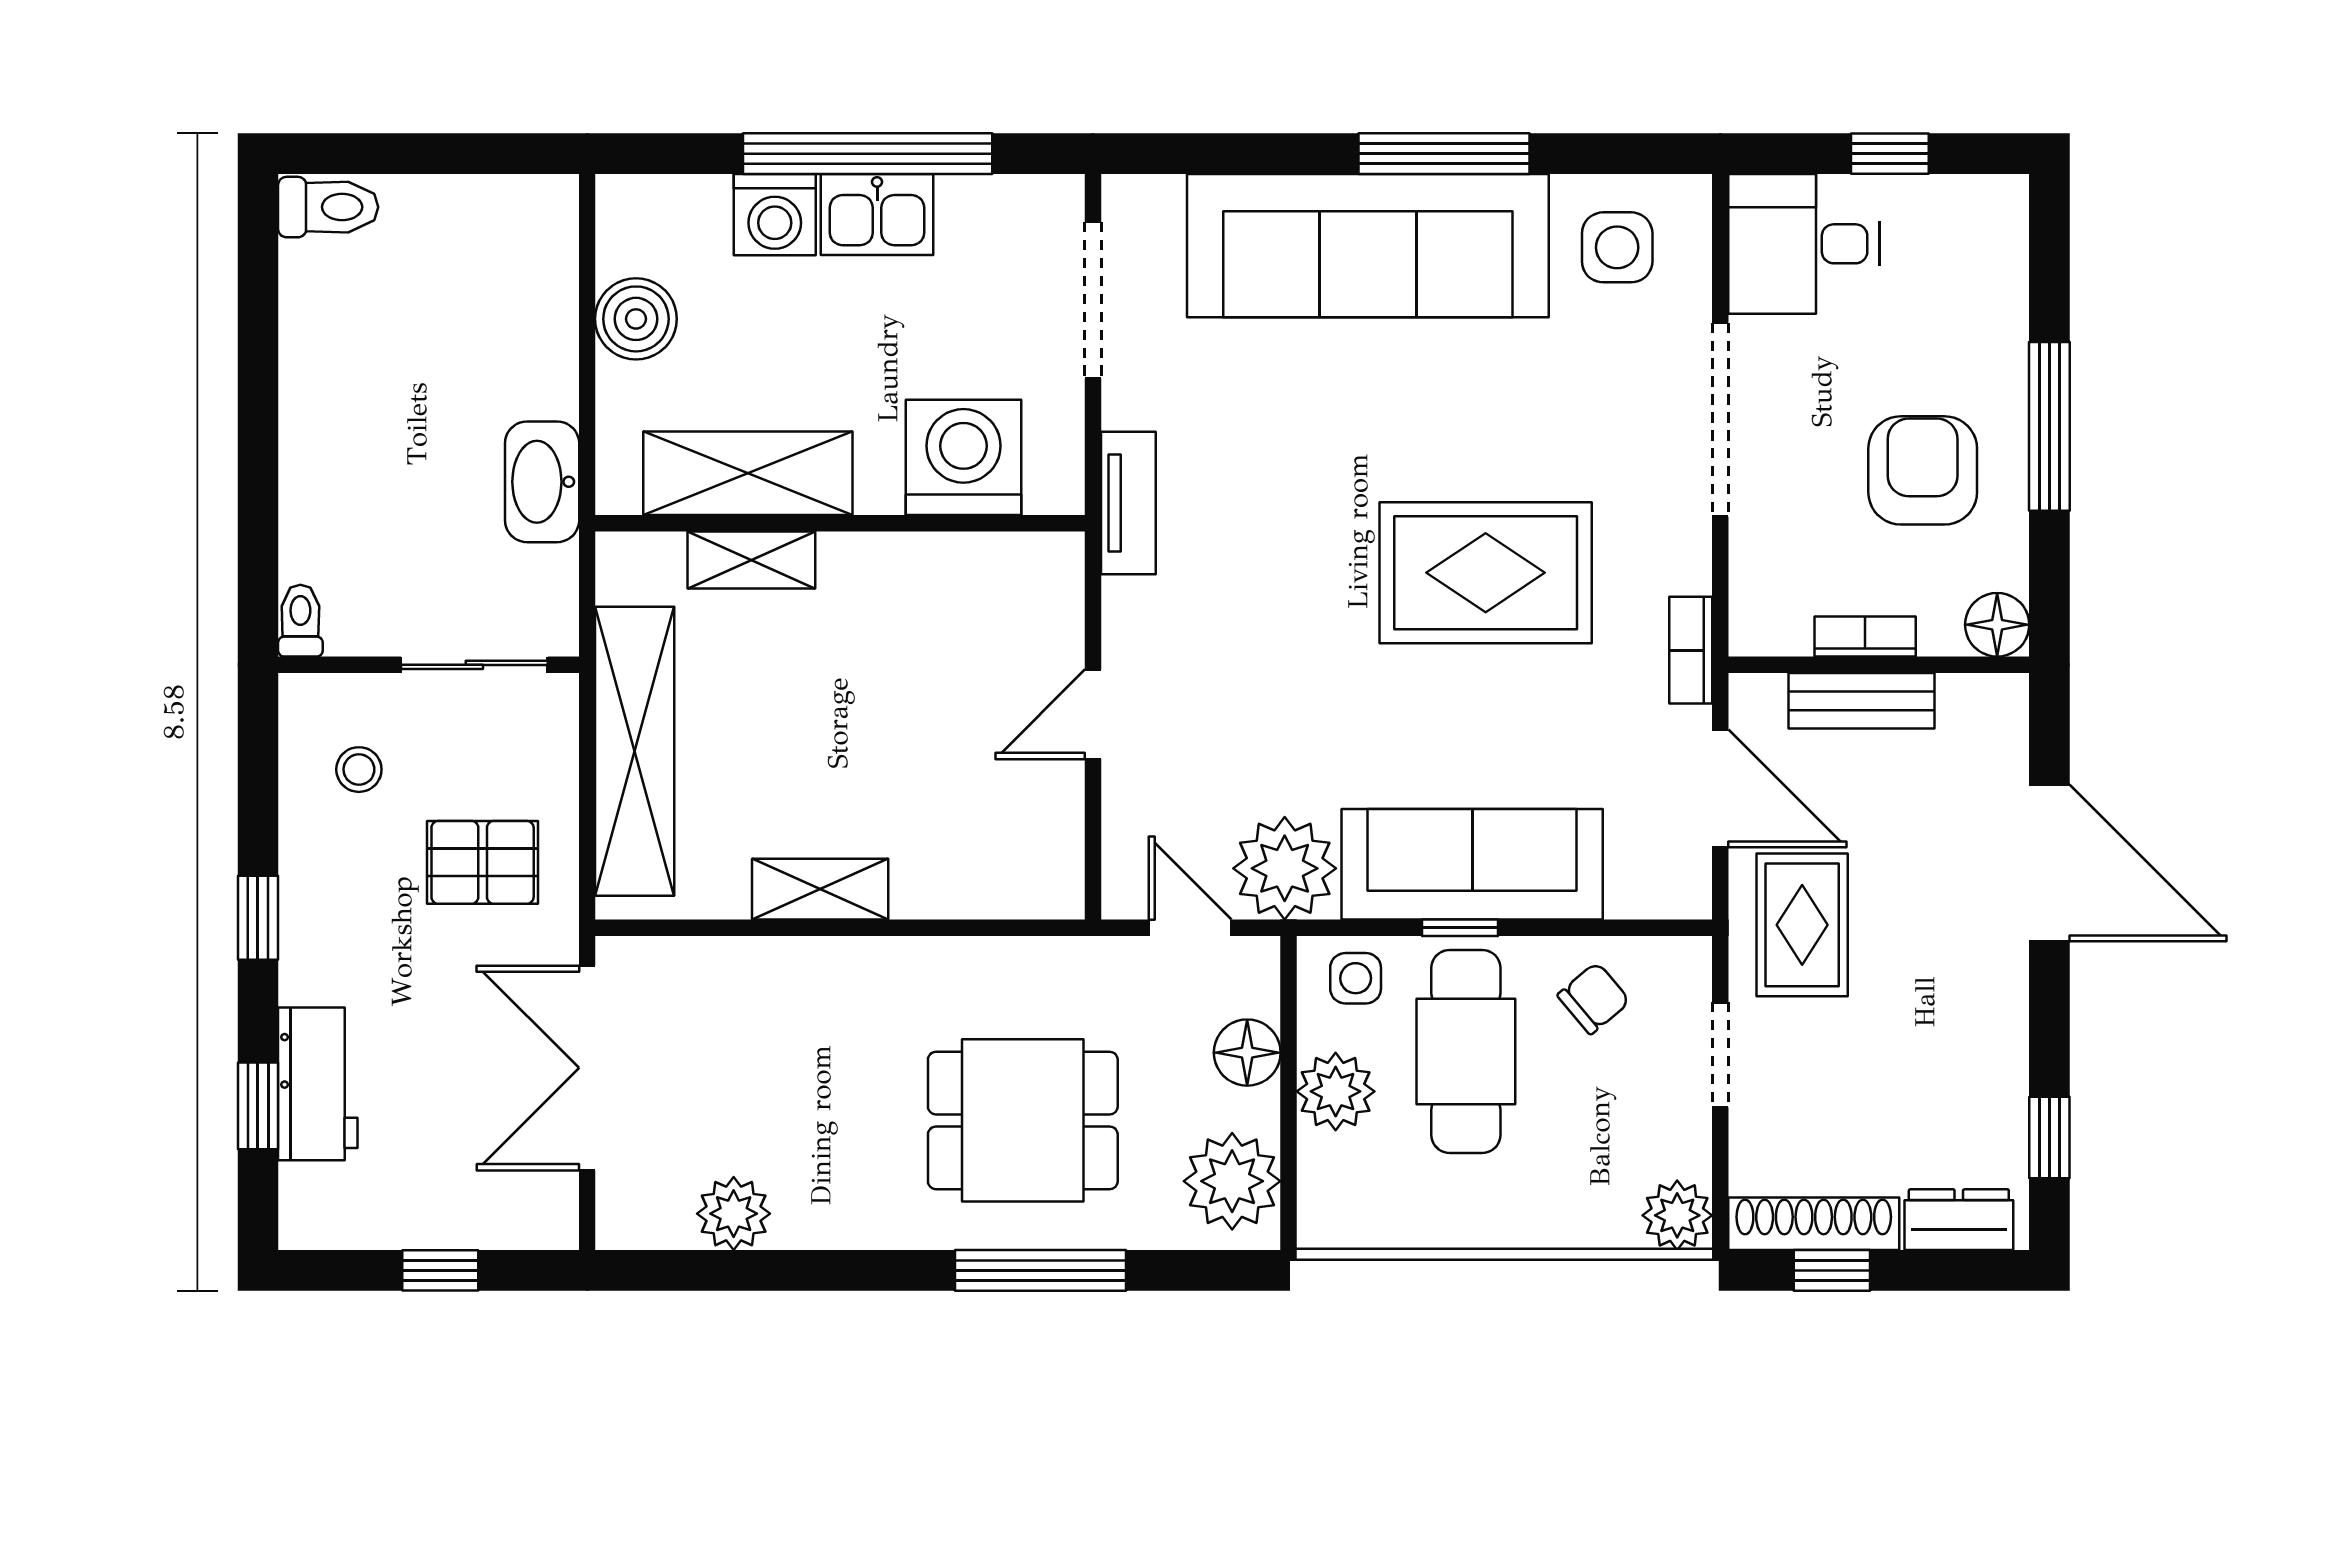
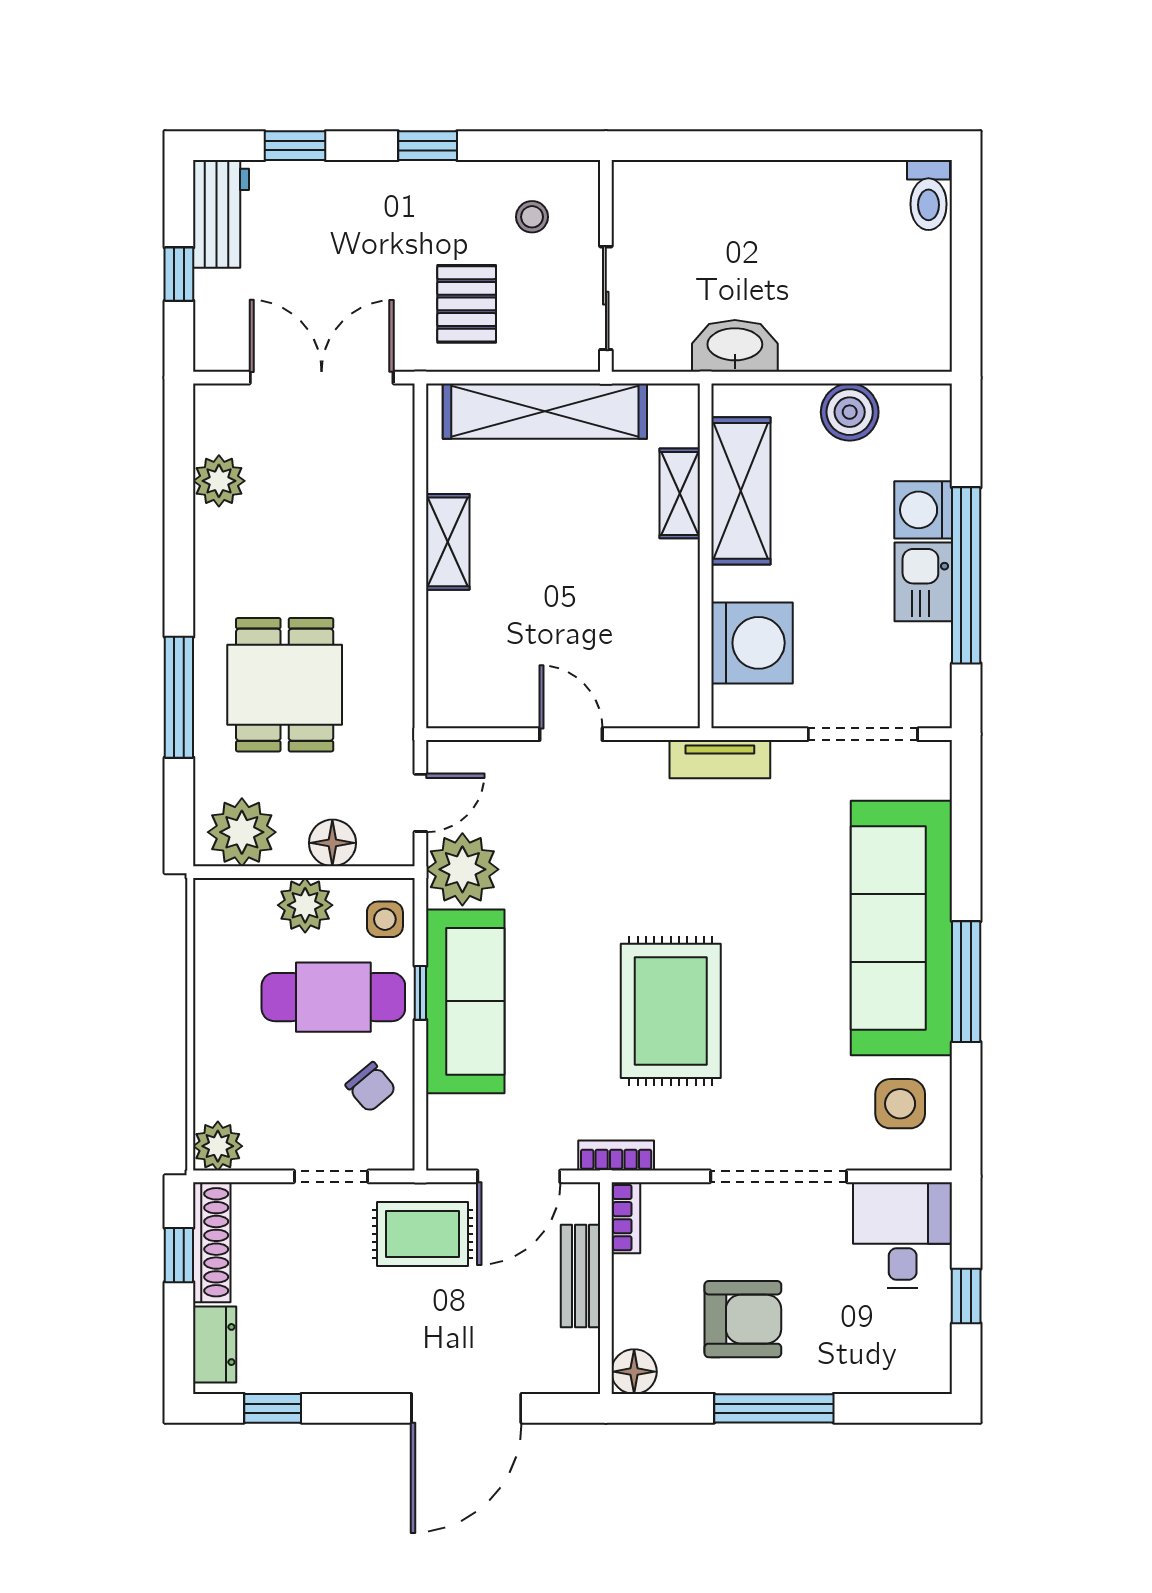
toilet: (300, 621) -> (637, 176), removed
bookcase: (1865, 637) -> (626, 1218), moved
workbench: (318, 1084) -> (221, 214), moved, turned -90

